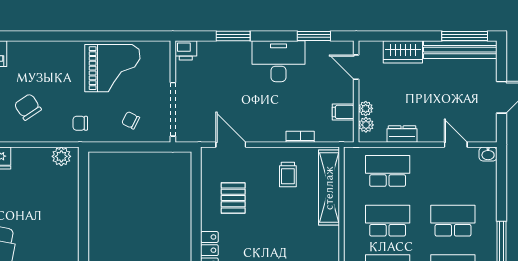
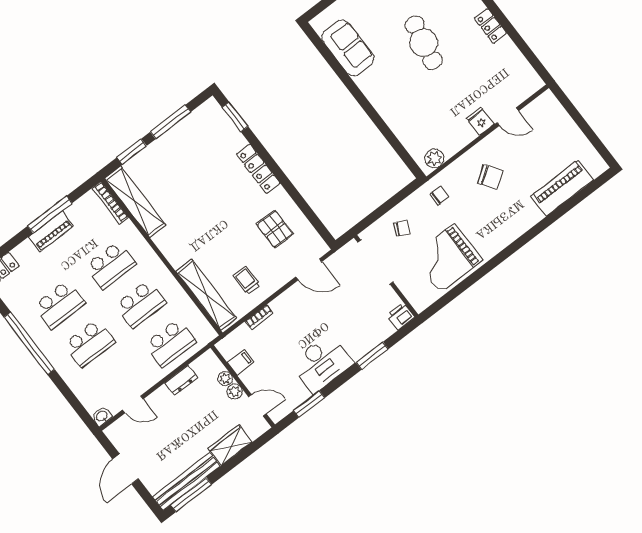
plant: (366, 125) -> (235, 391), moved

